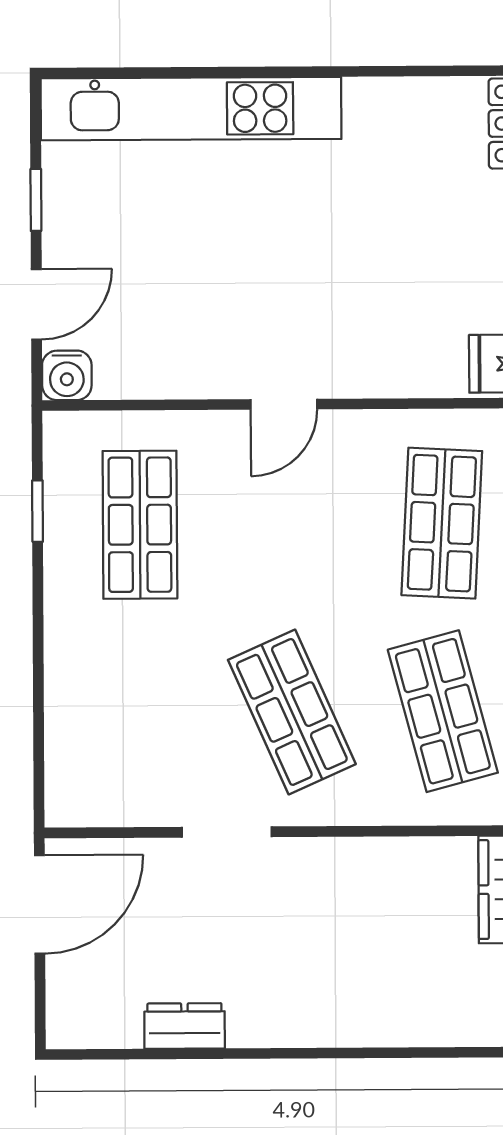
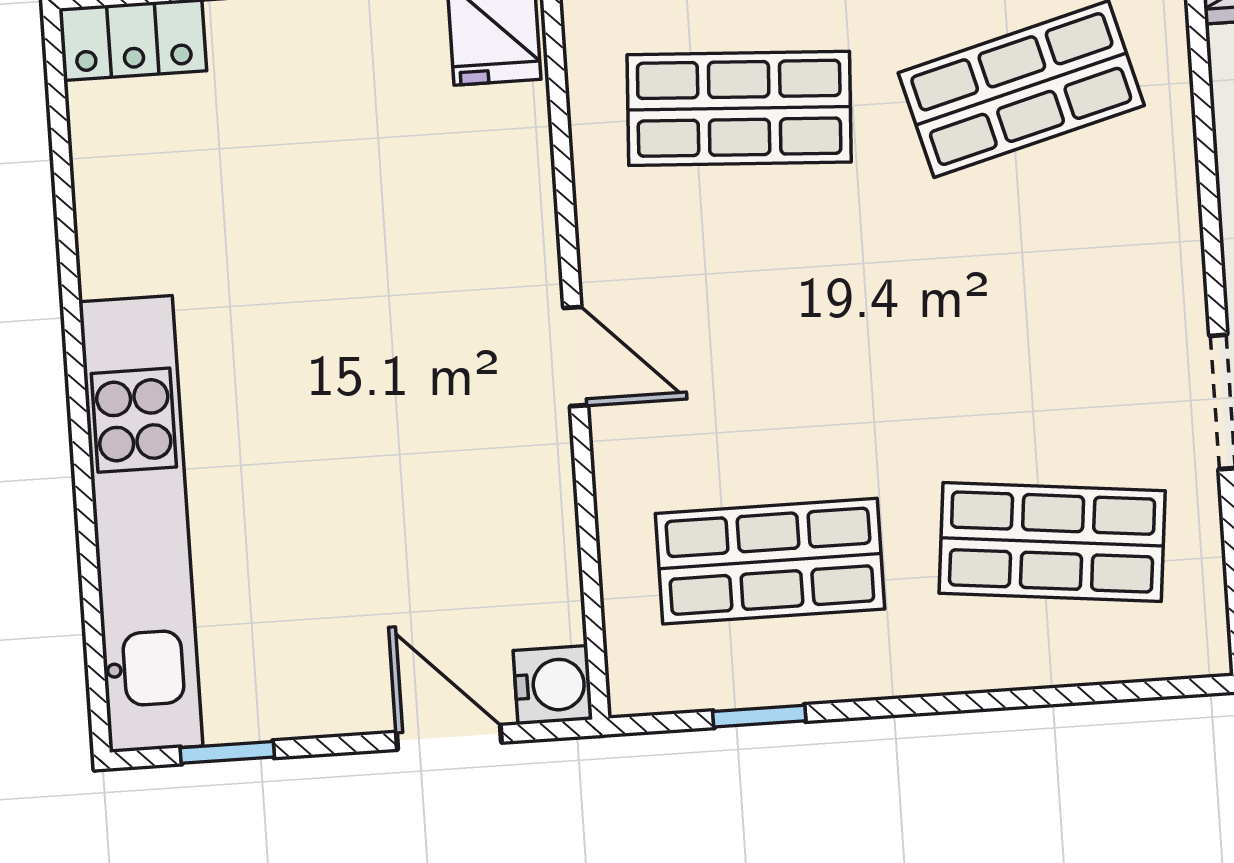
window: (36, 200) -> (227, 752), moved
shop shelf: (292, 712) -> (1052, 542), moved, turned 30

